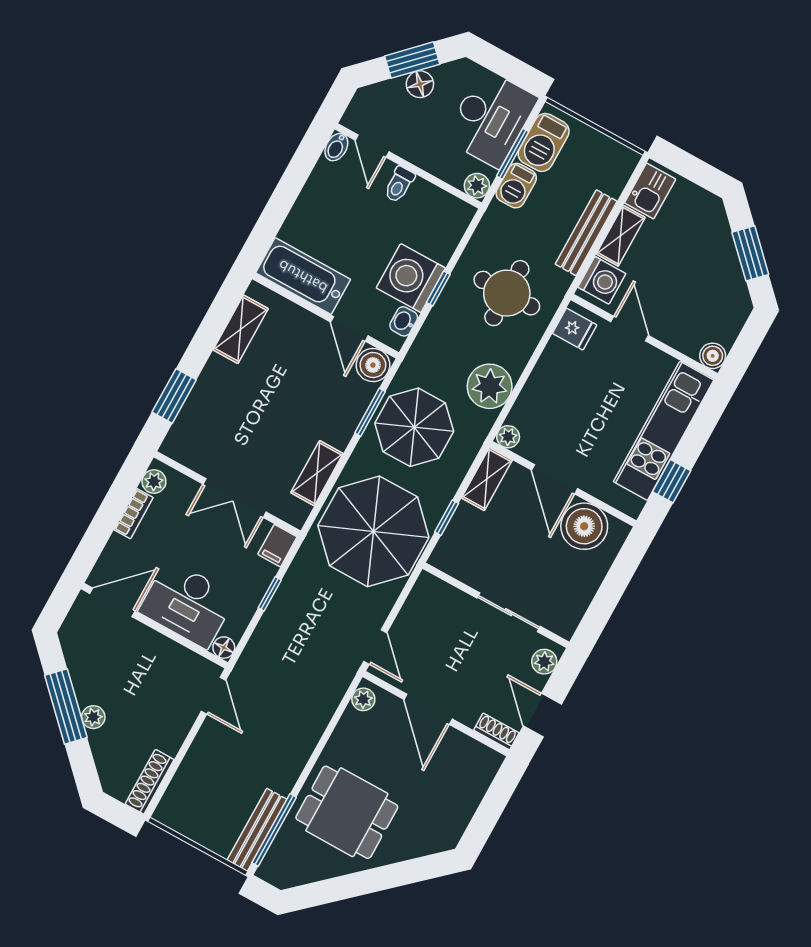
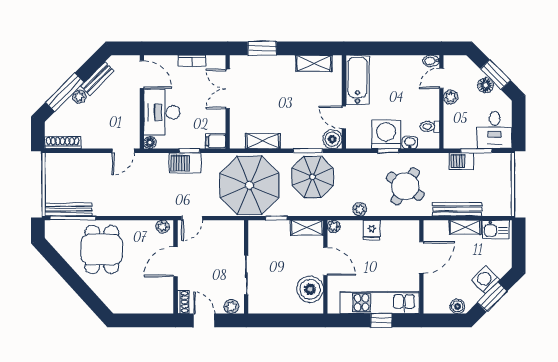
desk: (491, 118) -> (495, 130), width x0.73
barbecue: (544, 142) -> (185, 163), moved
toilet: (399, 184) -> (430, 127), moved
plant: (477, 186) -> (451, 97), moved
washing machine: (602, 280) -> (485, 280), moved, turned 135
round table: (507, 293) -> (405, 186), turned 33
washbasin: (404, 321) -> (410, 143), moved
door: (349, 329) -> (344, 117), hinge flipped
fridge: (575, 329) -> (372, 230), moved
door: (630, 329) -> (421, 257), width x1.38
boiler: (713, 356) -> (457, 306), moved
plant: (490, 386) -> (360, 209), width x0.53, depth x0.53
door: (555, 479) -> (325, 261), swing flipped
window: (672, 481) -> (381, 320), moved
plant: (154, 482) -> (214, 62), removed
double door: (235, 498) -> (228, 89), moved
bench: (81, 674) -> (97, 79), added
window: (66, 706) -> (65, 92), moved
door: (542, 715) -> (204, 320), hinge flipped

